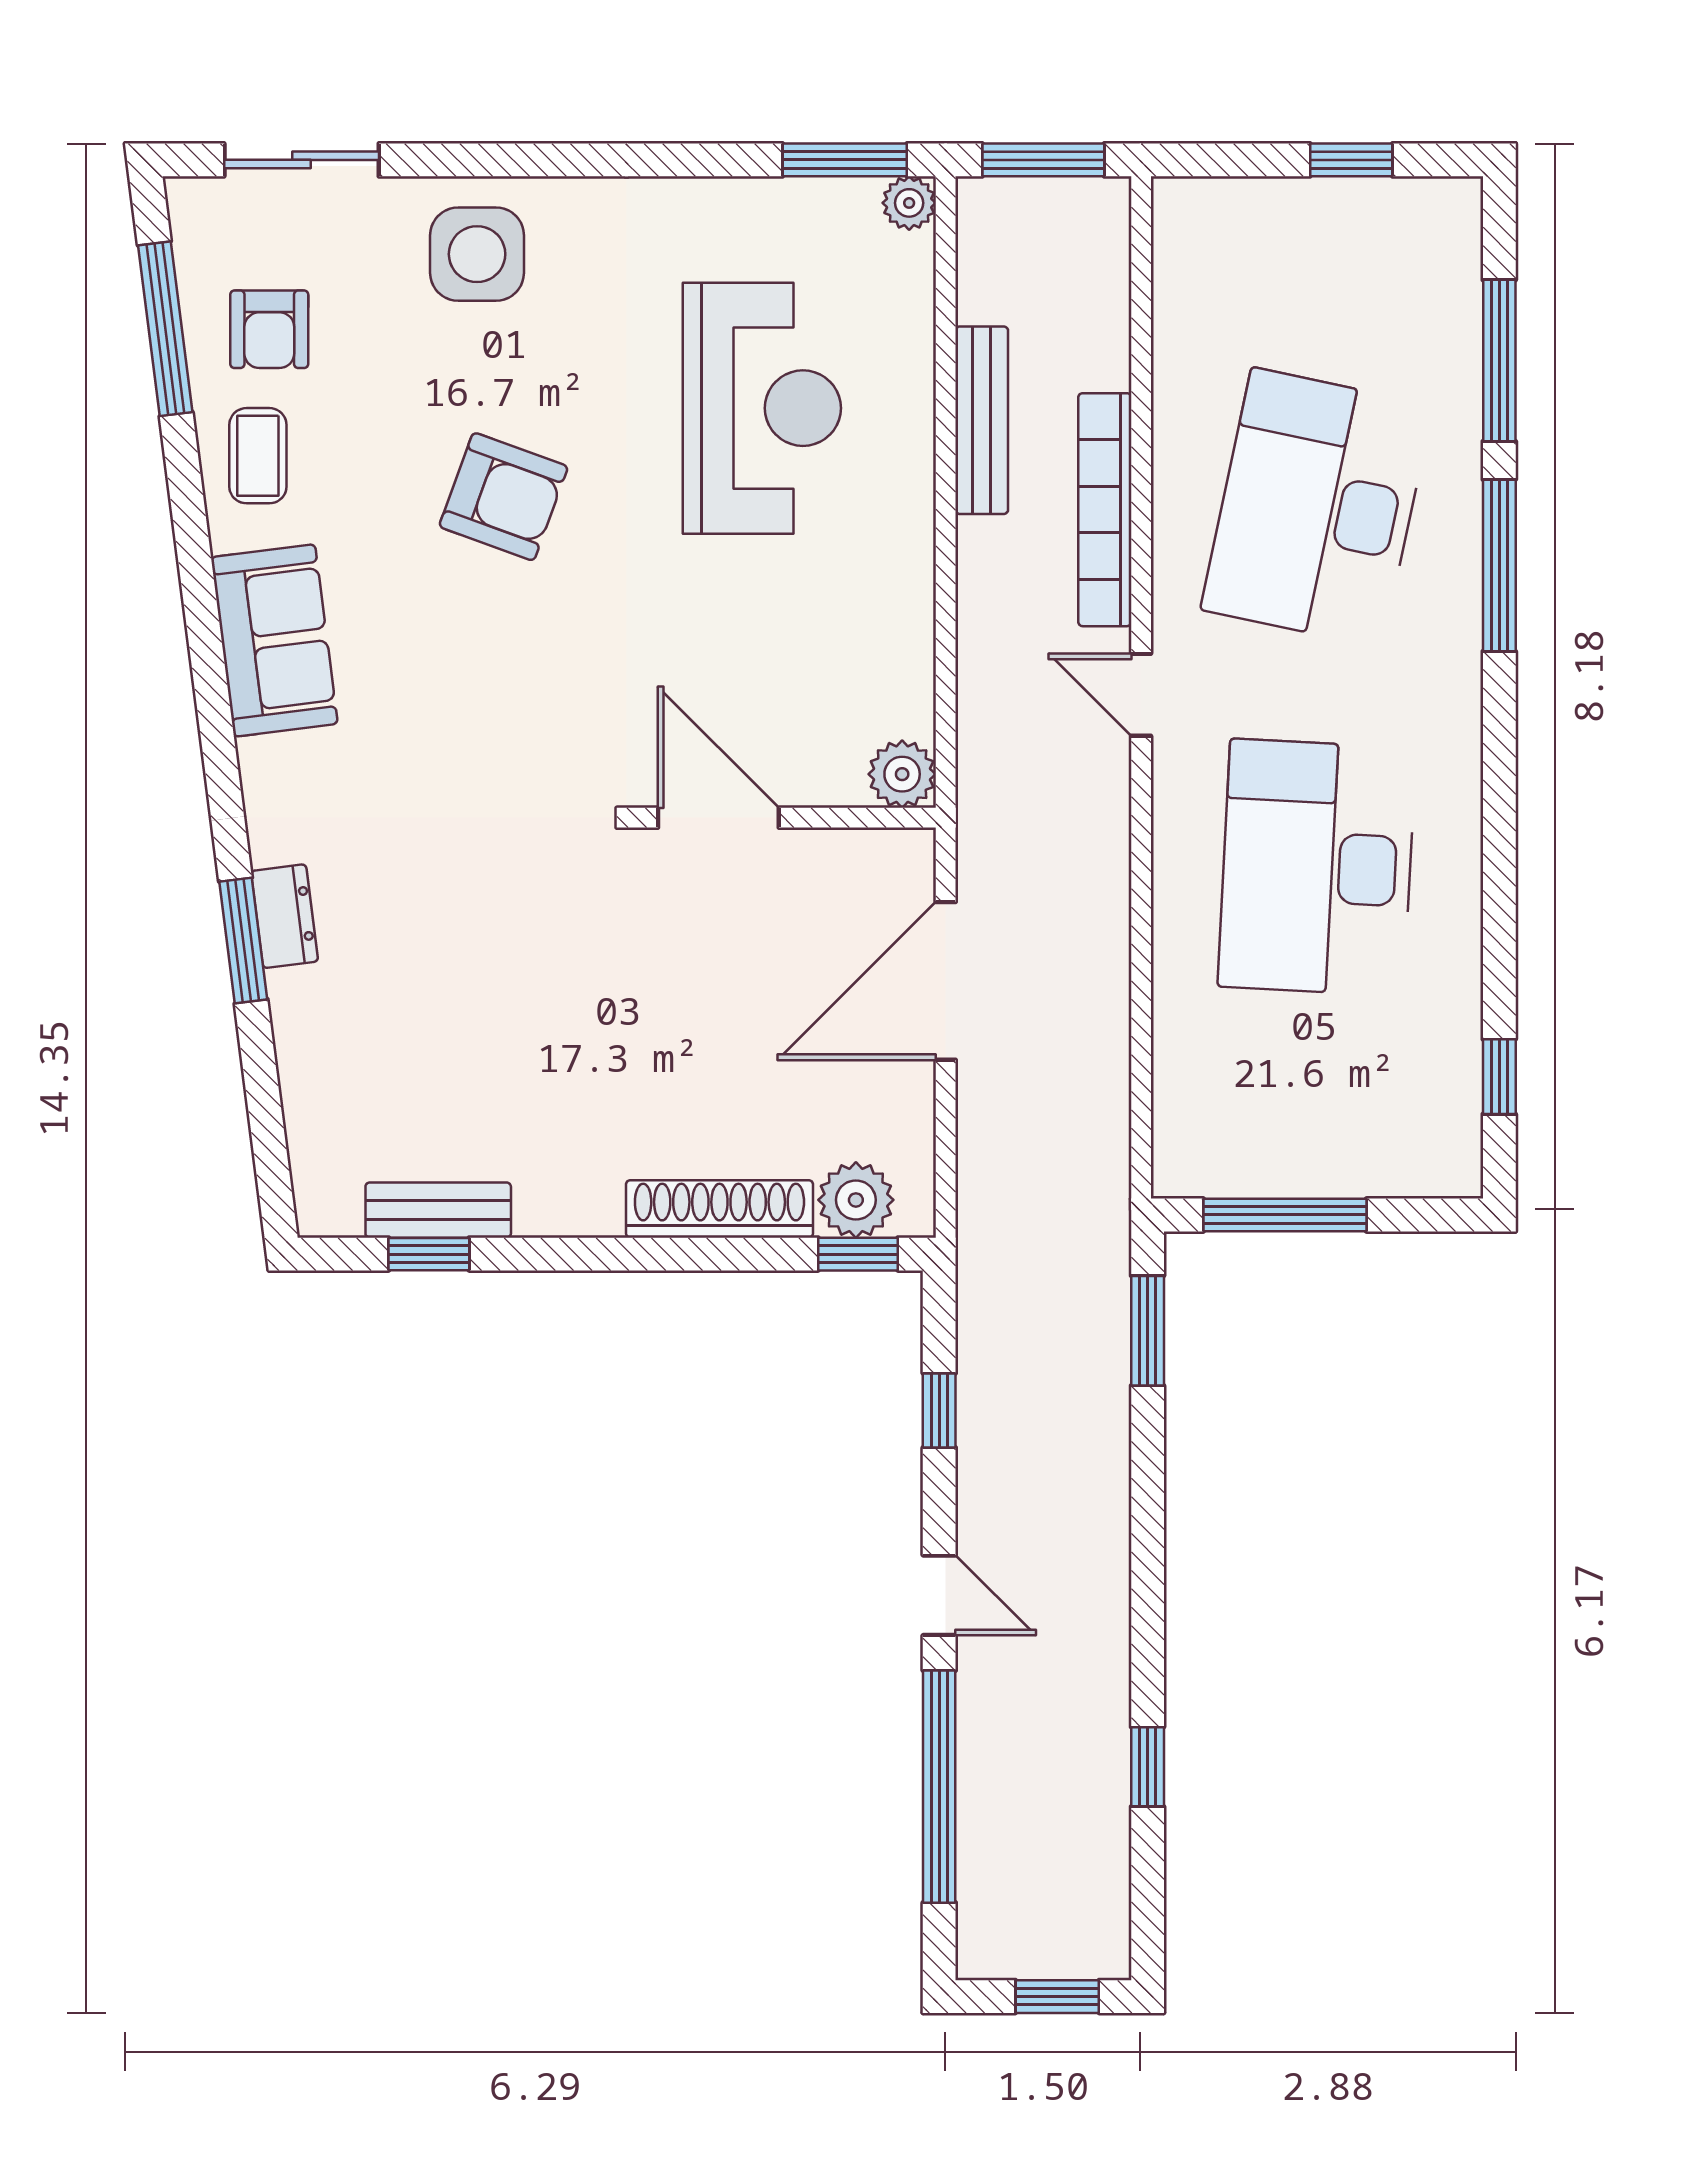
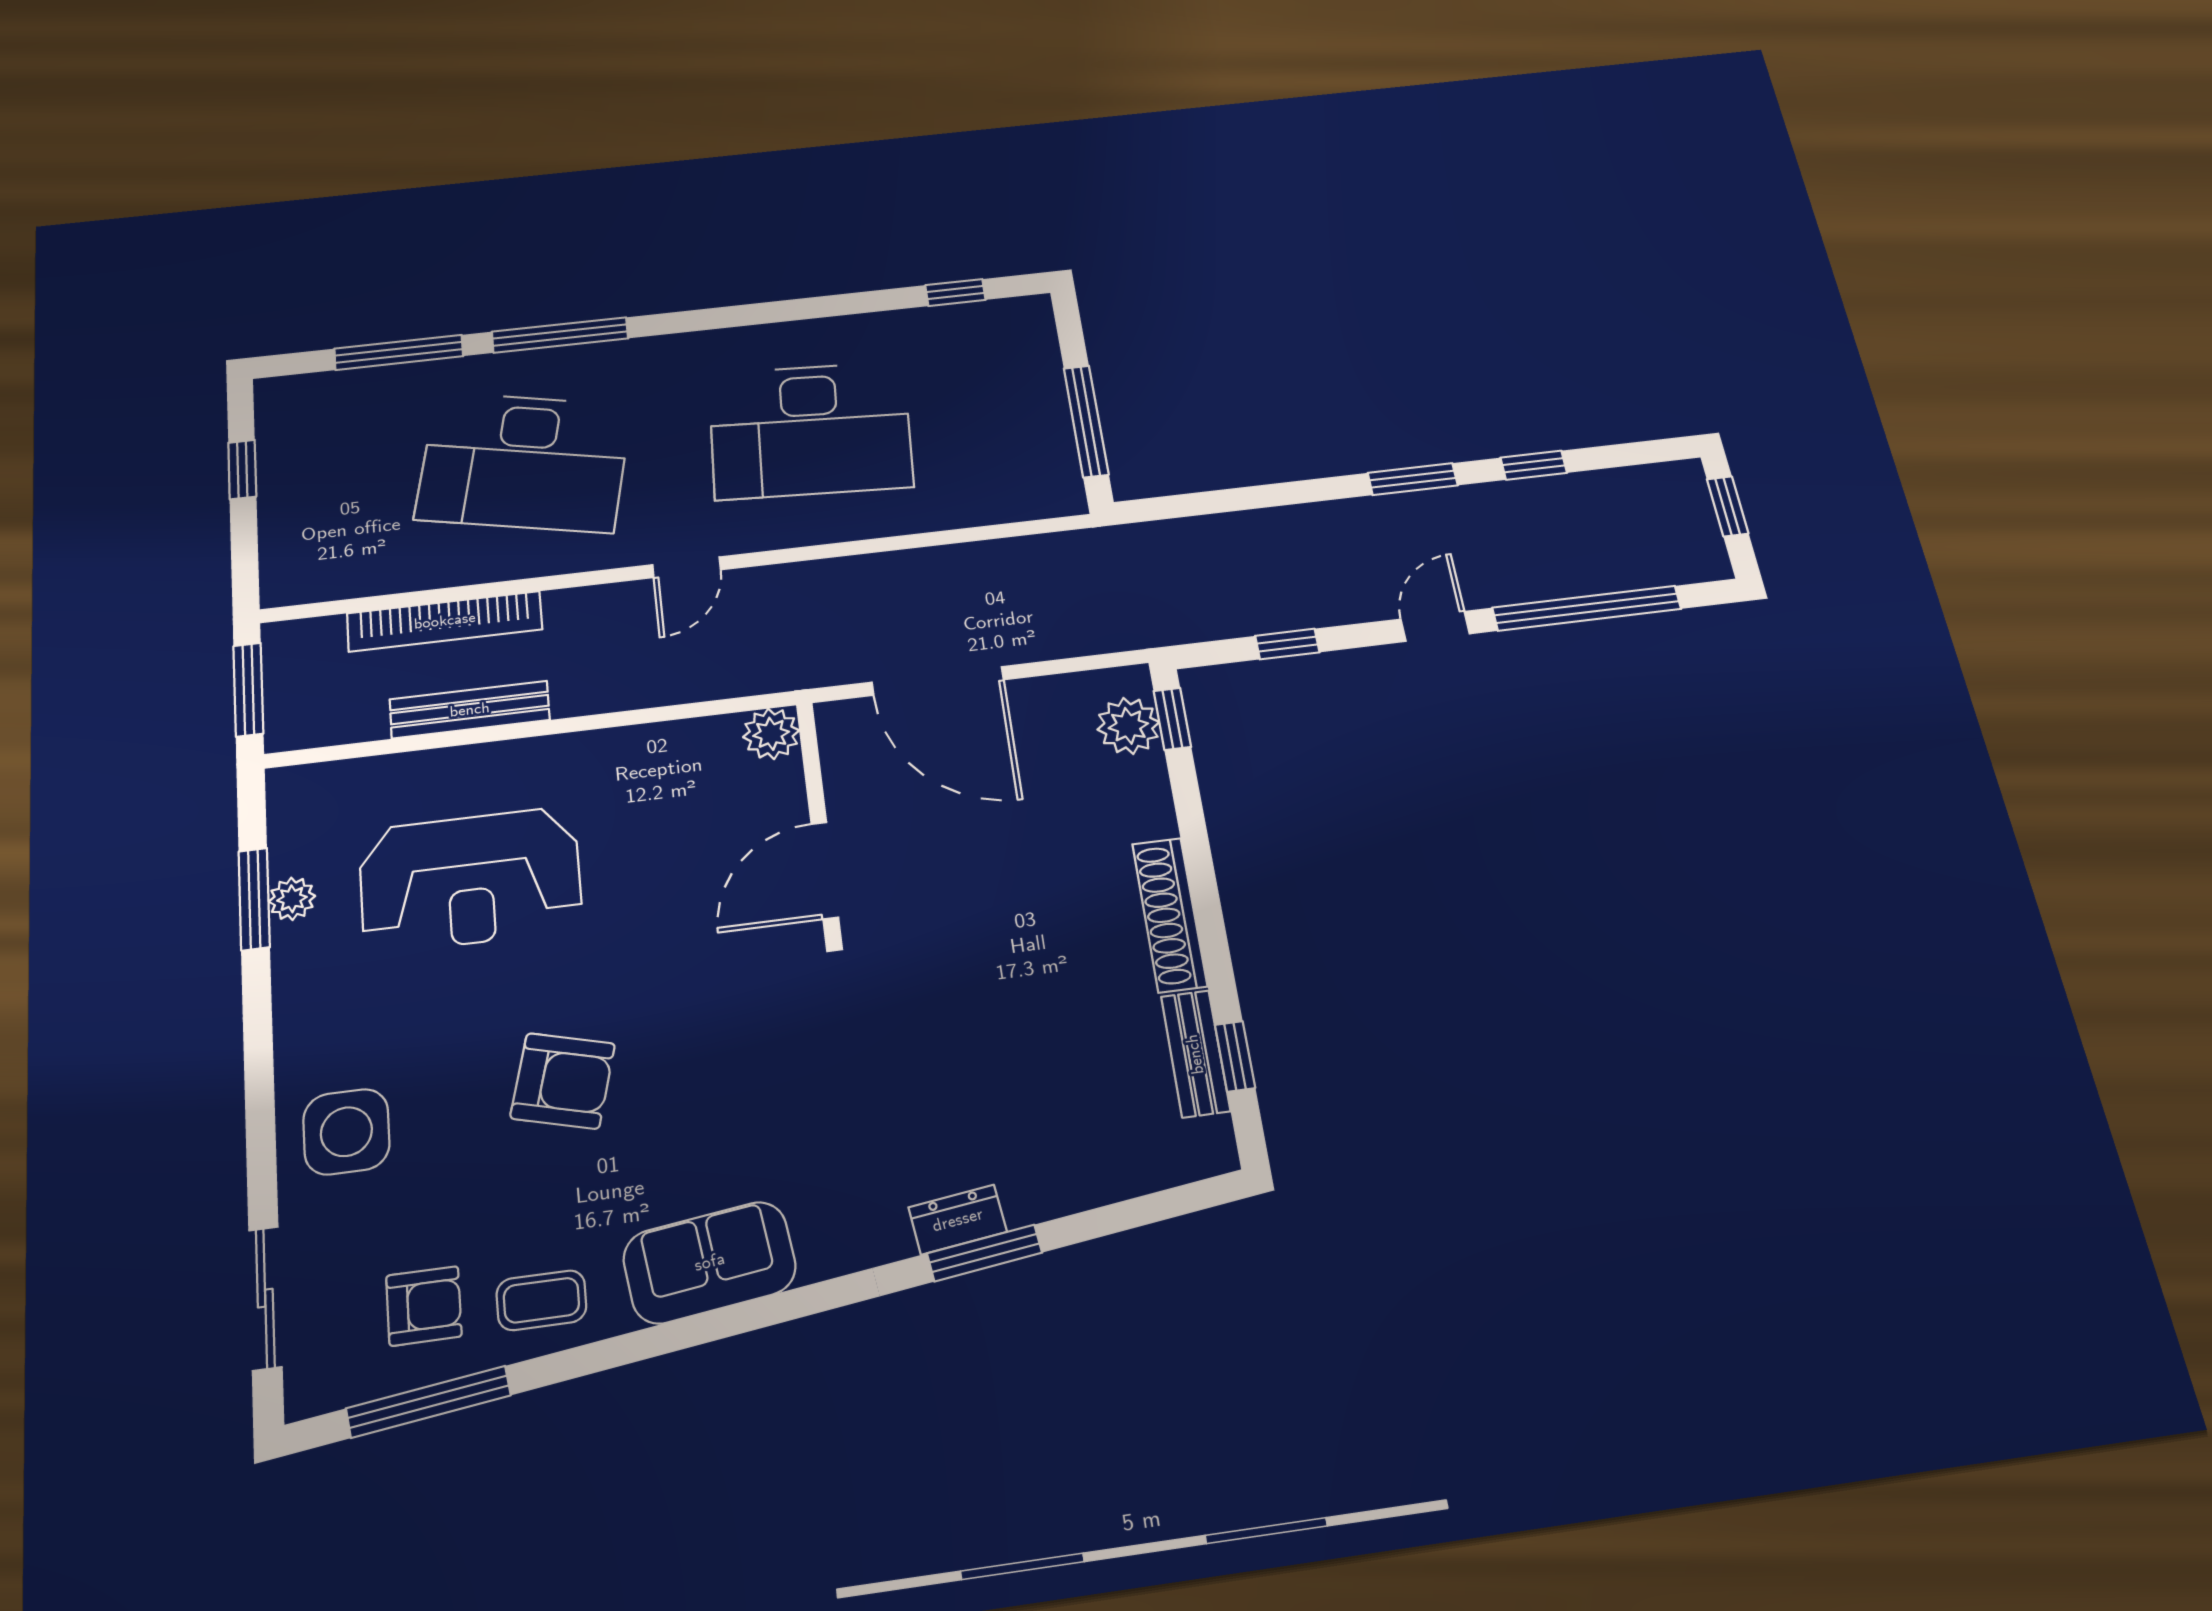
window: (845, 160) -> (254, 899), moved
plant: (909, 203) -> (292, 899), moved
reception desk: (762, 408) -> (470, 880), turned 180
armchair: (503, 497) -> (563, 1081), turned 85
bookcase: (1105, 510) -> (445, 621), moved
shoe rack: (719, 1209) -> (1170, 915), moved
window: (1148, 1331) -> (1413, 479), moved

